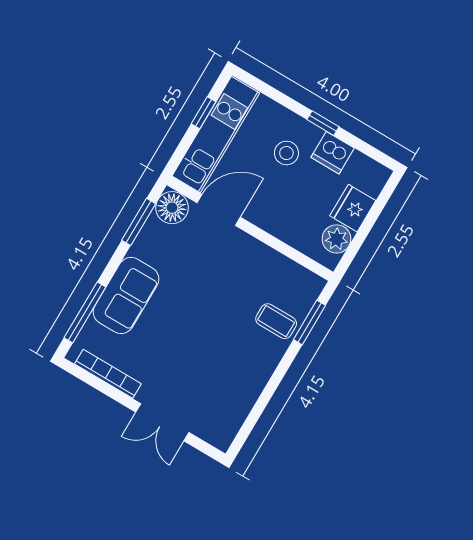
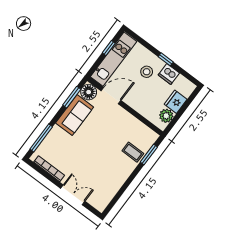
sofa: (126, 295) -> (75, 115), moved
double door: (162, 422) -> (73, 195), swing flipped

